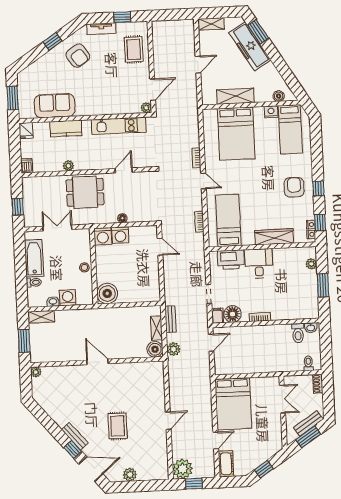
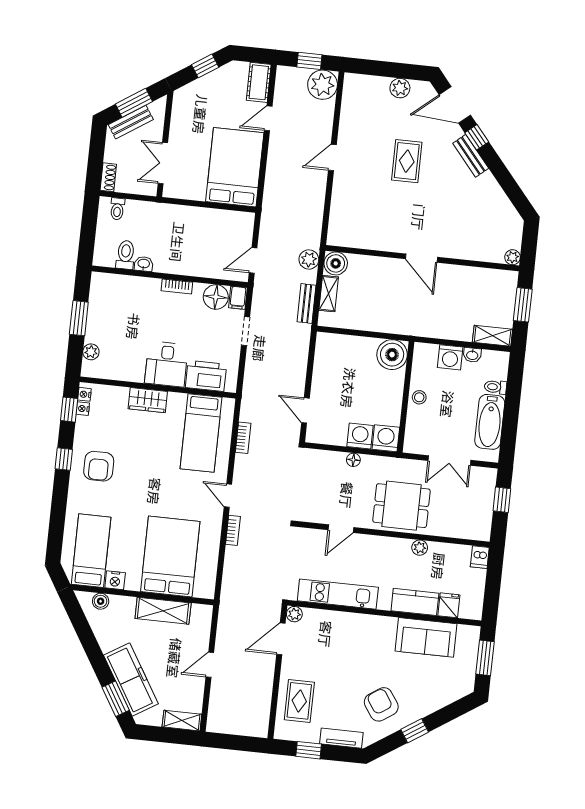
fridge: (26, 131) -> (449, 605), moved
wardrobe: (274, 237) -> (148, 400), width x0.67
washbasin: (311, 328) -> (144, 264), moved

